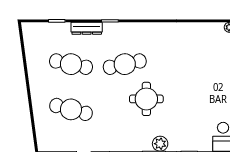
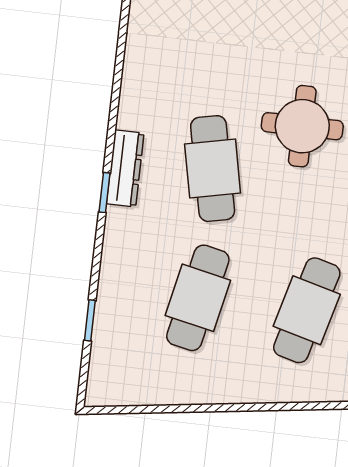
dresser: (87, 28) -> (125, 168), moved

